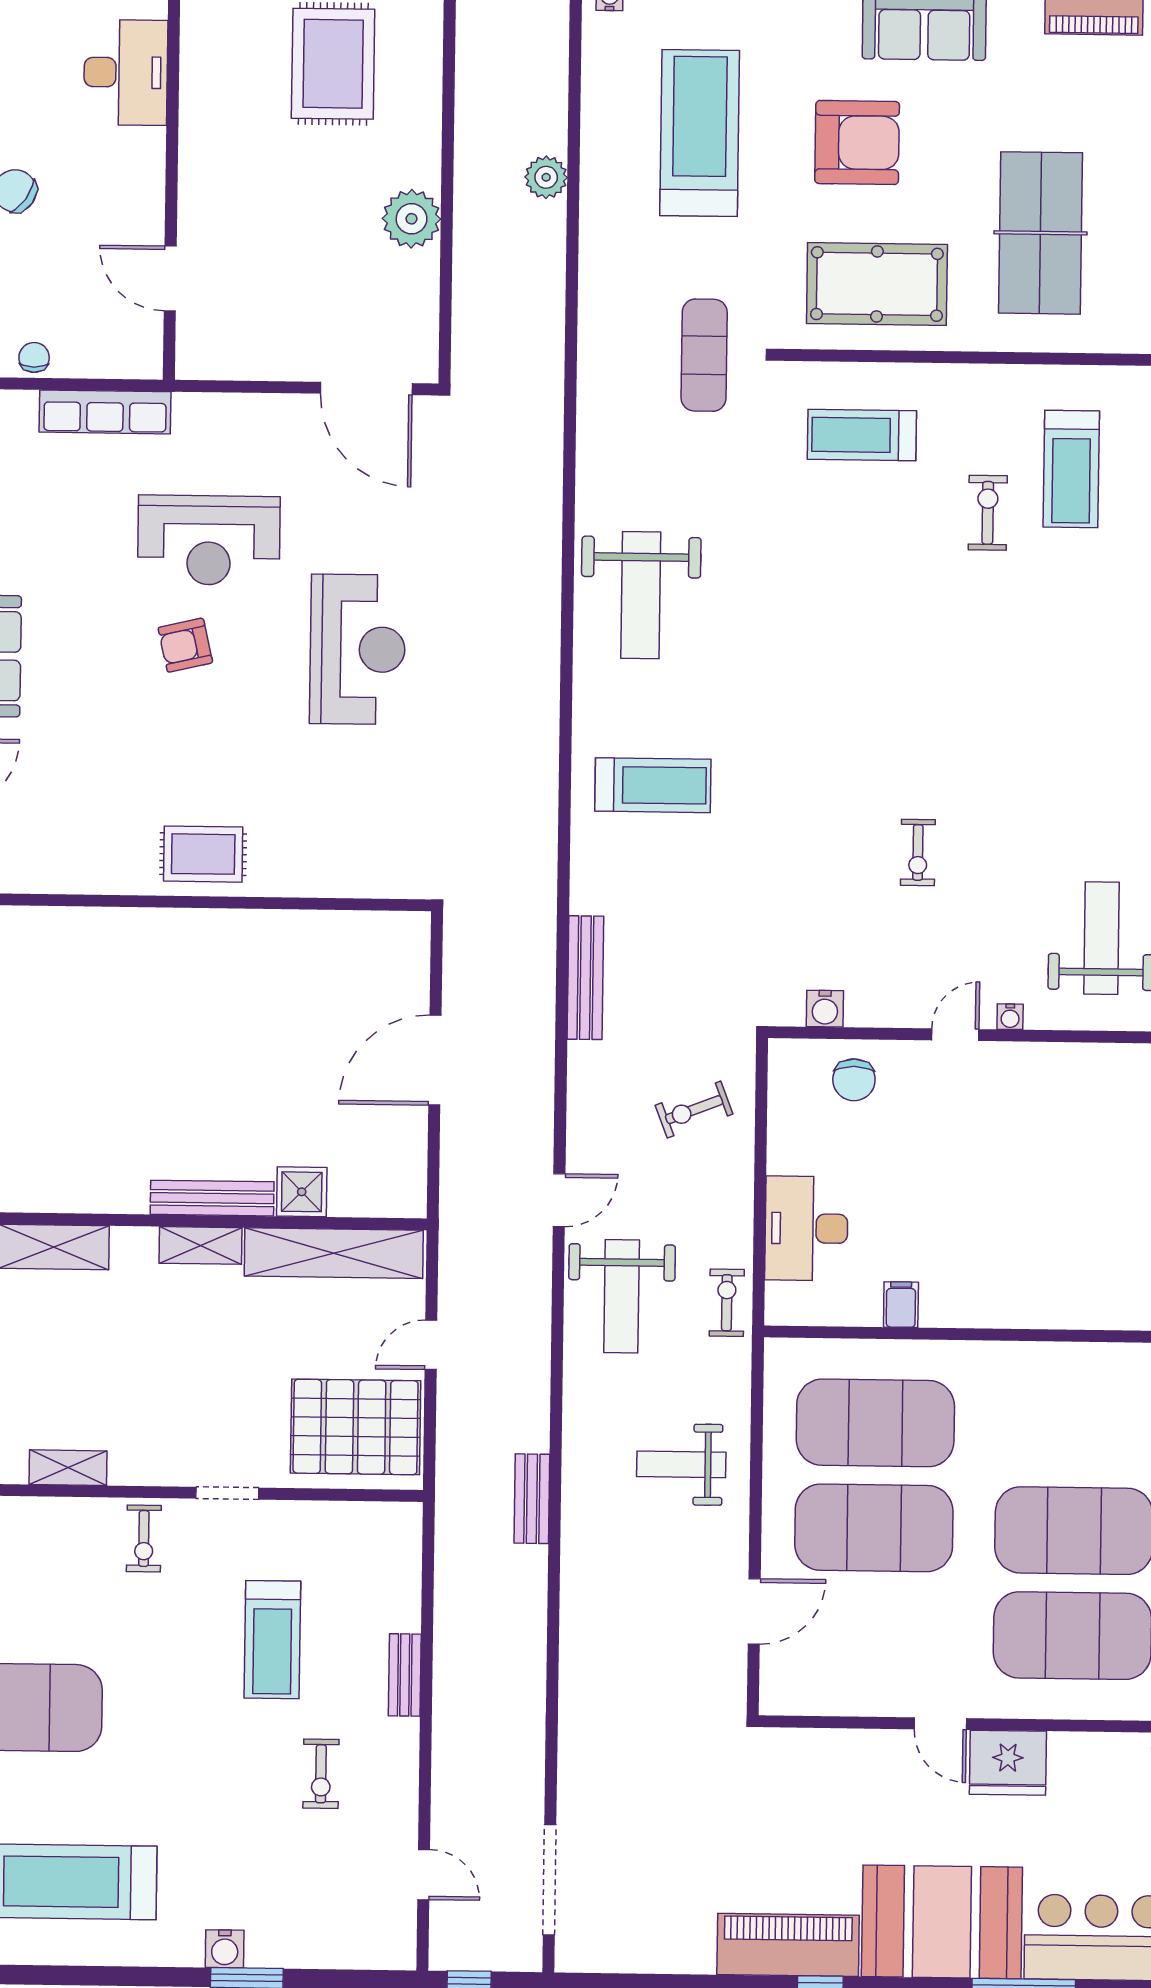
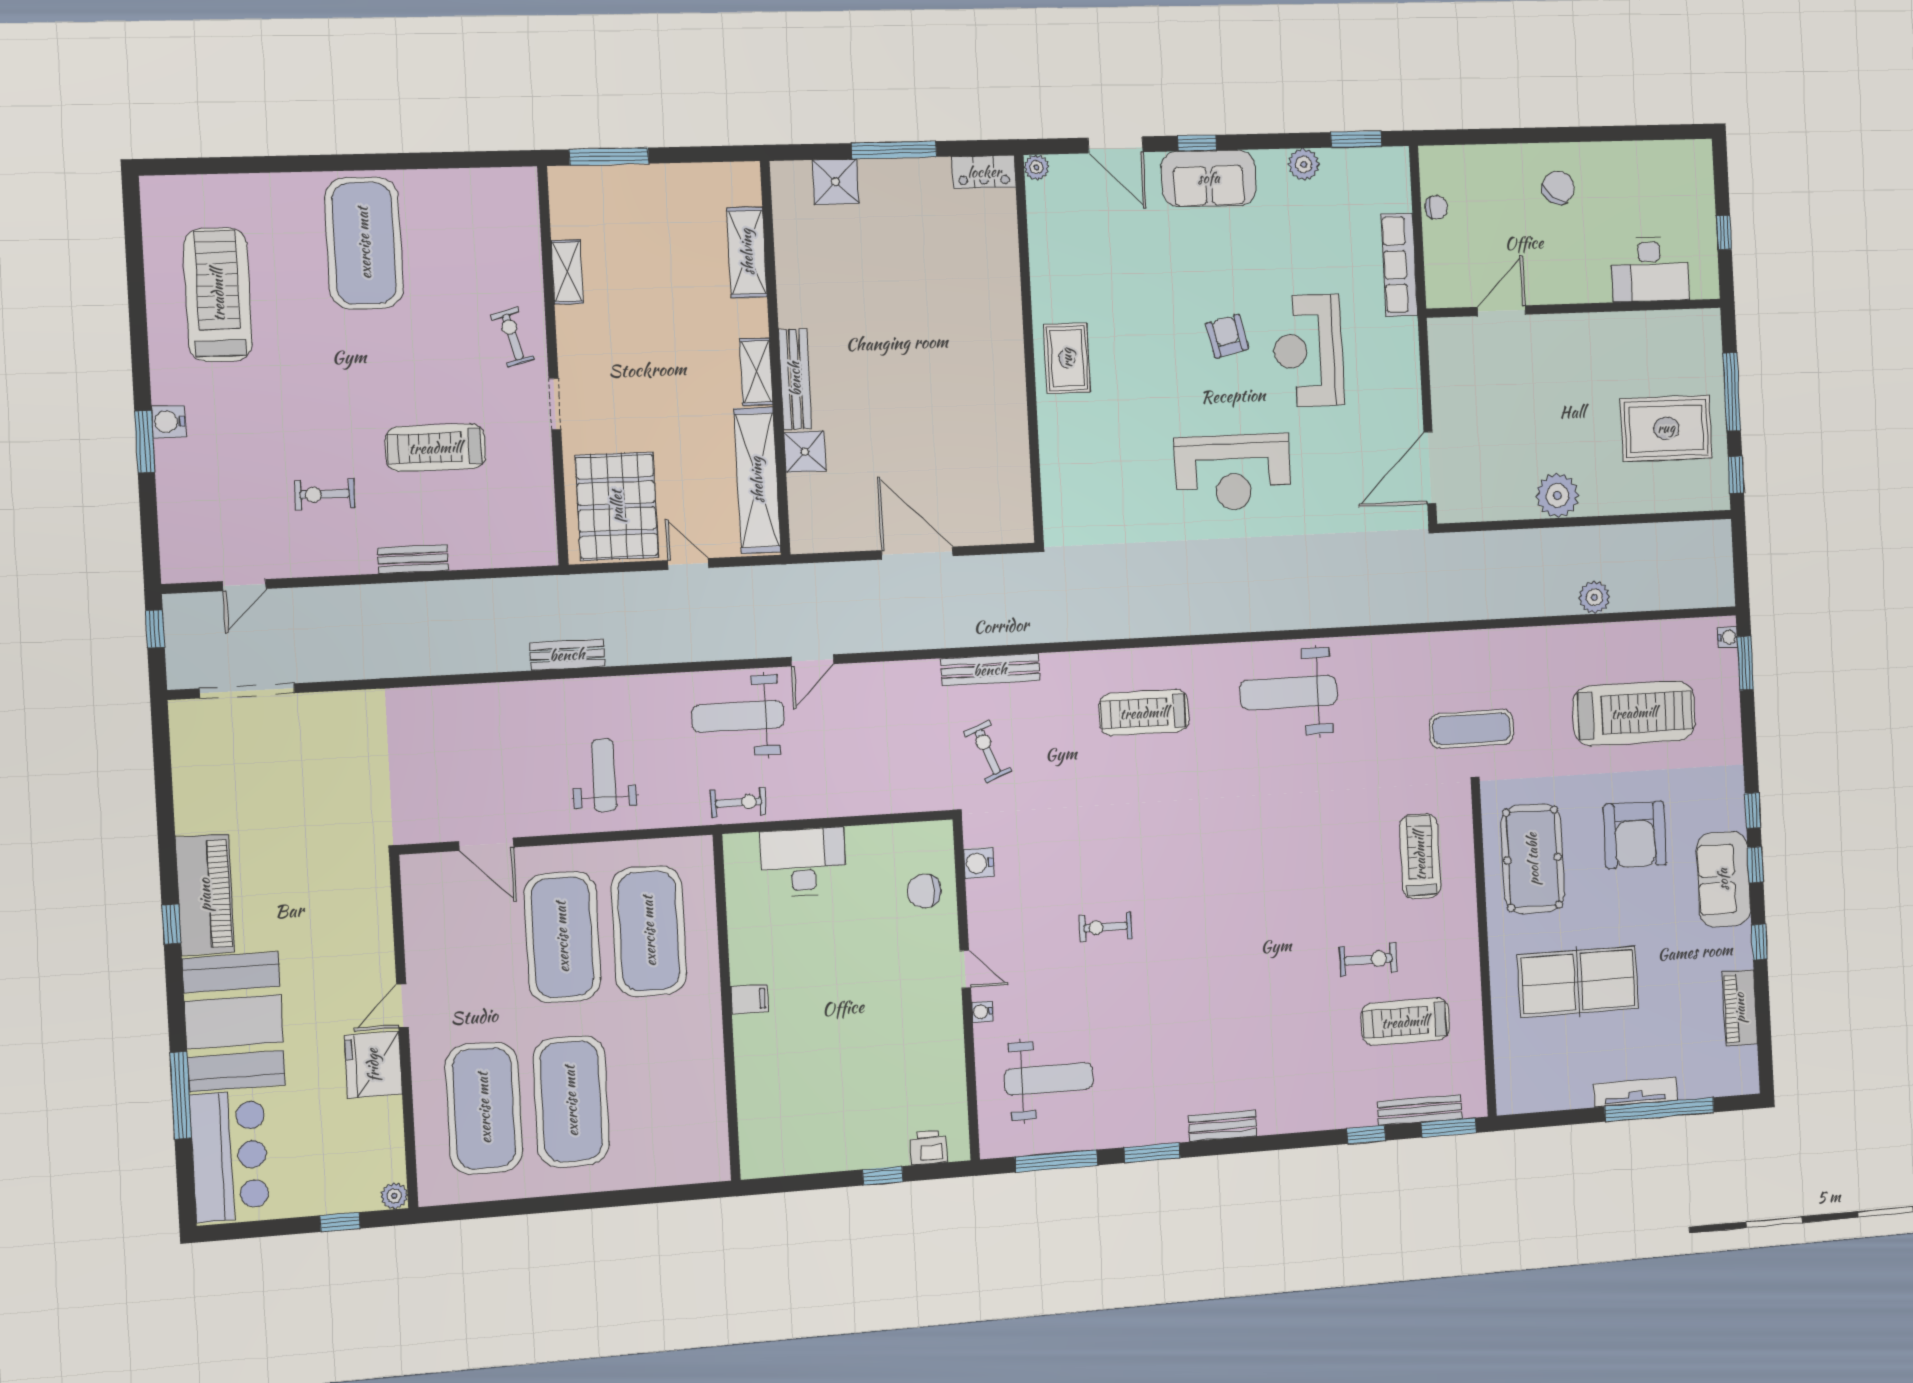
treadmill: (653, 785) -> (1144, 713), turned 90
exercise bike: (694, 1110) -> (988, 752), moved
door: (559, 1200) -> (812, 660), hinge flipped
filing cabinet: (901, 1305) -> (750, 999), moved
exercise bike: (144, 1538) -> (513, 337), turned 75

